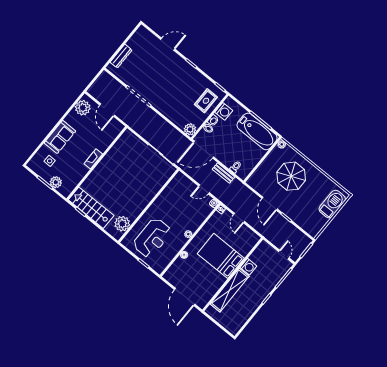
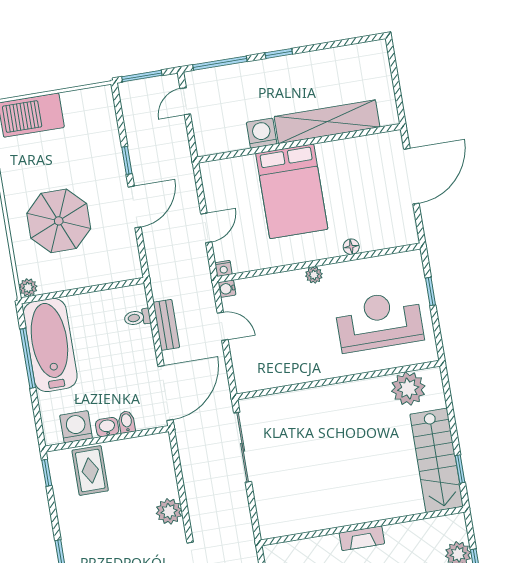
rug: (206, 101) -> (90, 471), turned 90
plant: (190, 129) -> (169, 511), moved
door: (203, 150) -> (165, 393), hinge flipped

